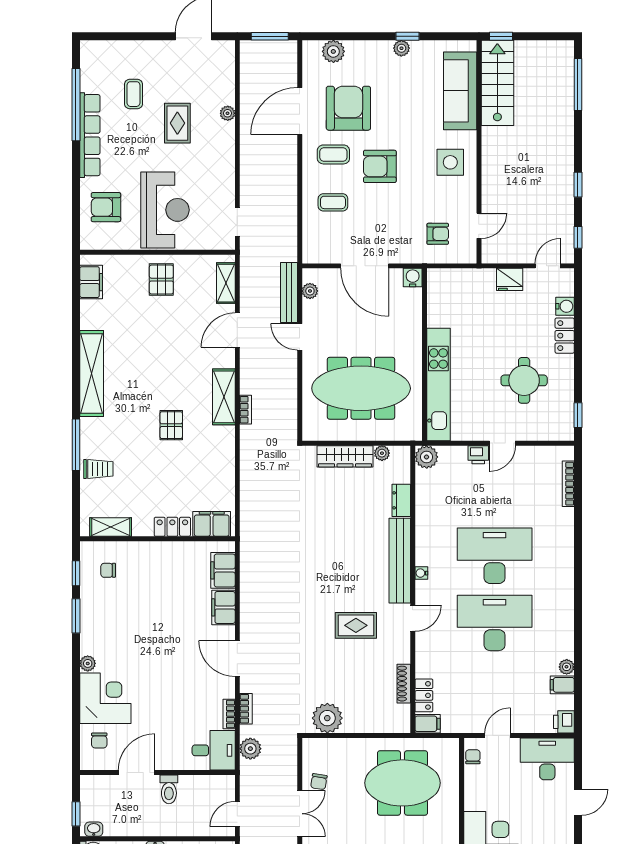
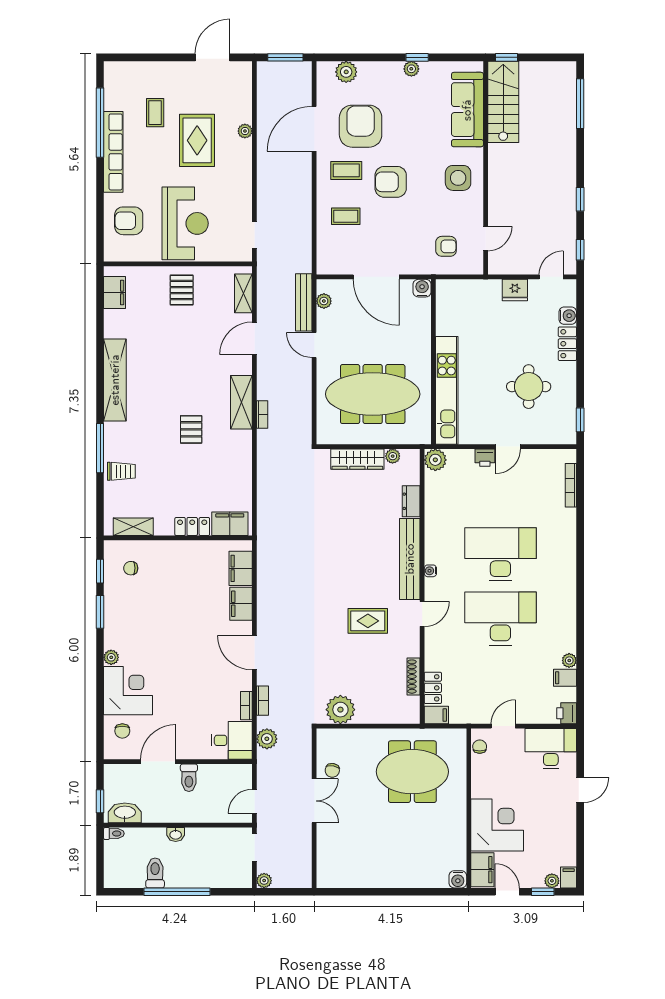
rug: (177, 123) -> (197, 140), width x1.36, depth x1.43
washbasin: (94, 829) -> (125, 813), width x1.91, depth x1.45

